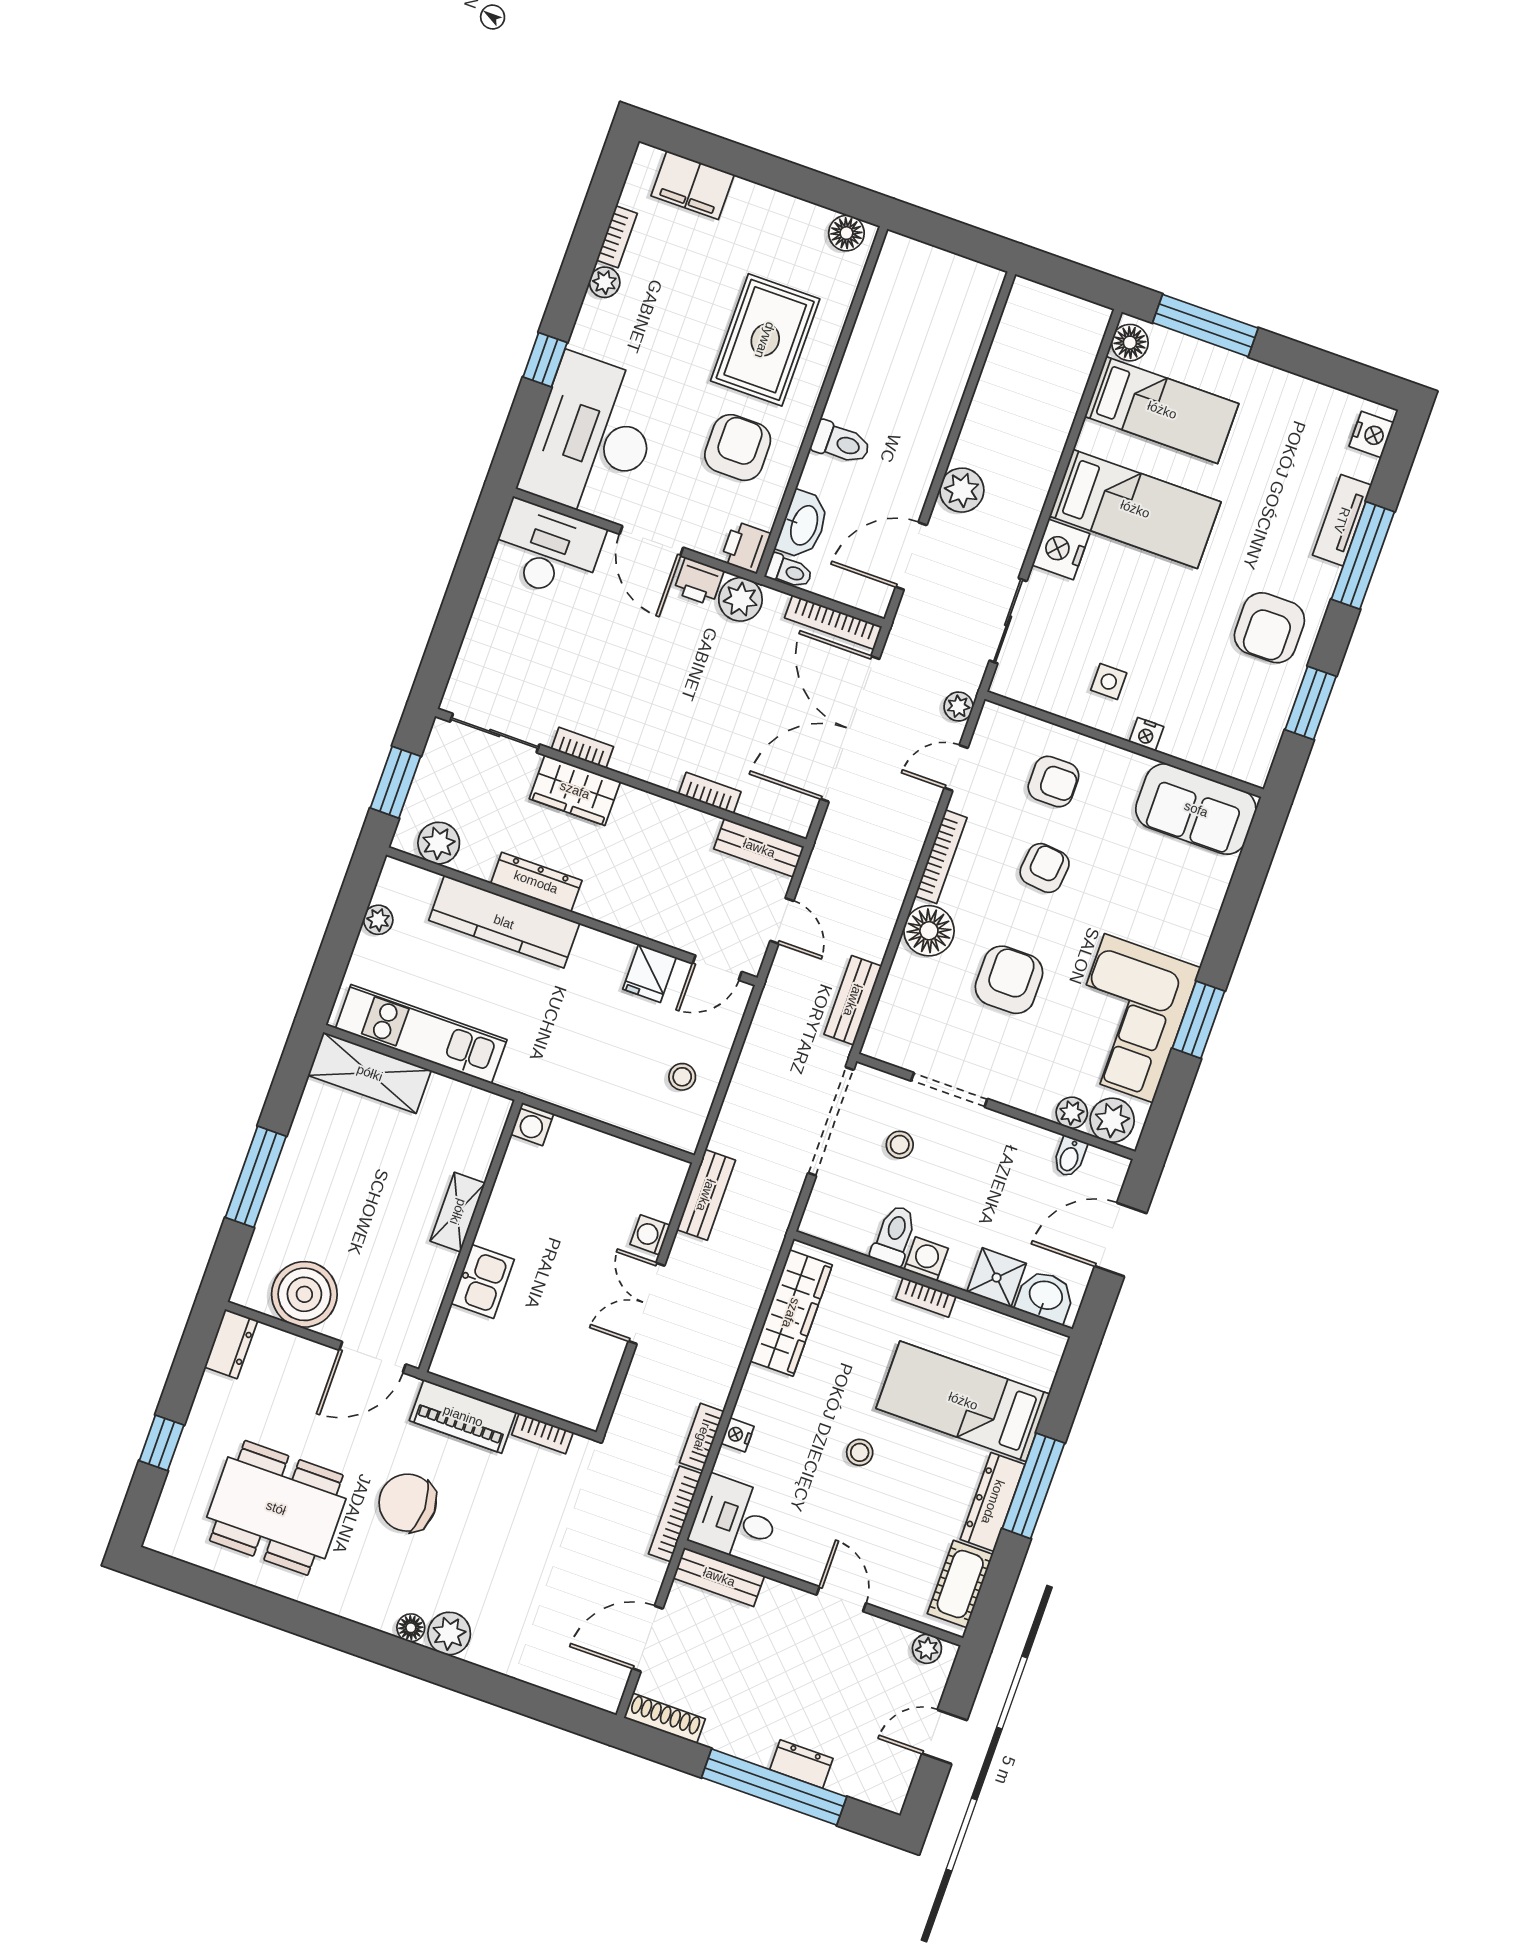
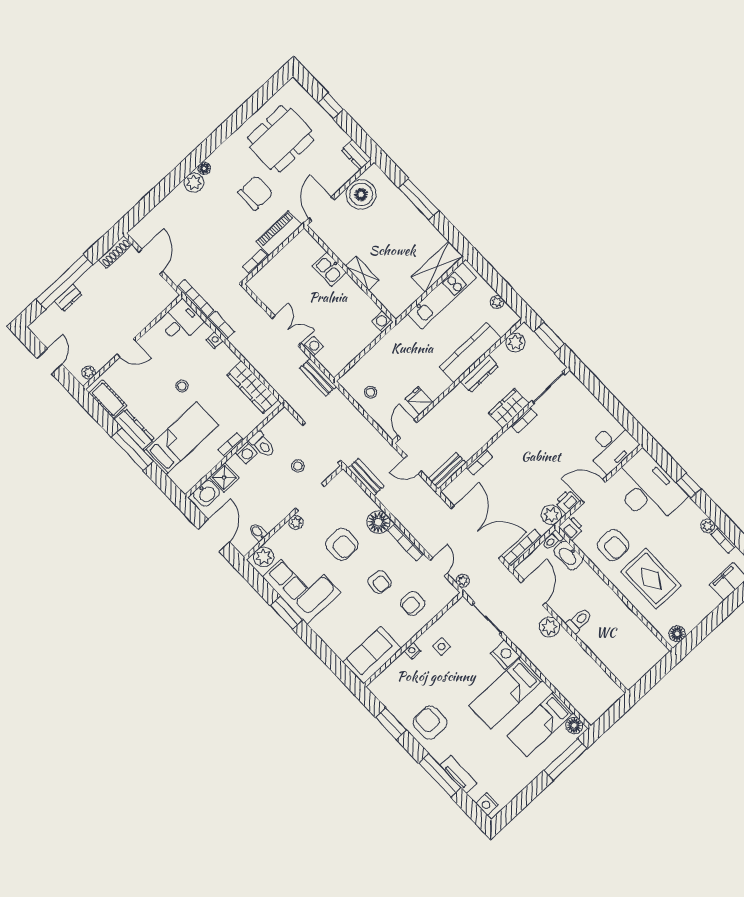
toilet: (841, 443) -> (579, 621), moved, turned 180
plant: (1072, 1113) -> (296, 522), moved
bench: (719, 1577) -> (161, 303), removed

